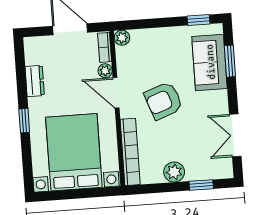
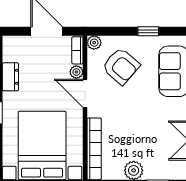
window: (198, 20) -> (148, 31), moved
armchair: (163, 101) -> (121, 66), moved, turned -119

